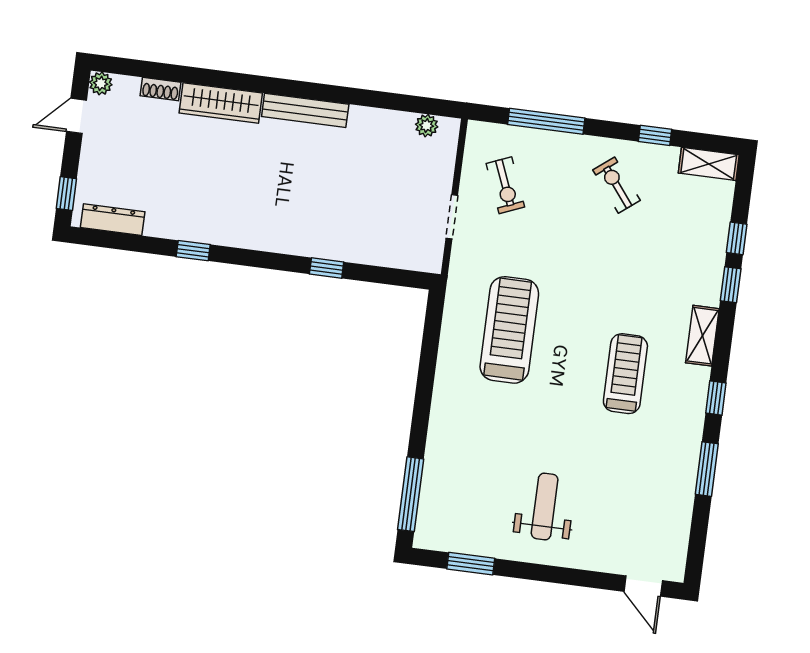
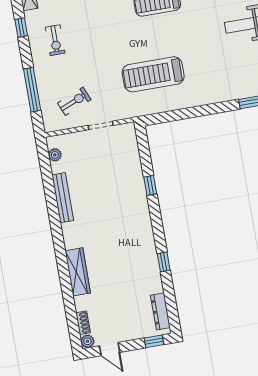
shoe rack: (161, 89) -> (83, 323), moved
bench: (305, 110) -> (63, 198), moved
exercise bike: (617, 185) -> (55, 40), turned -52

